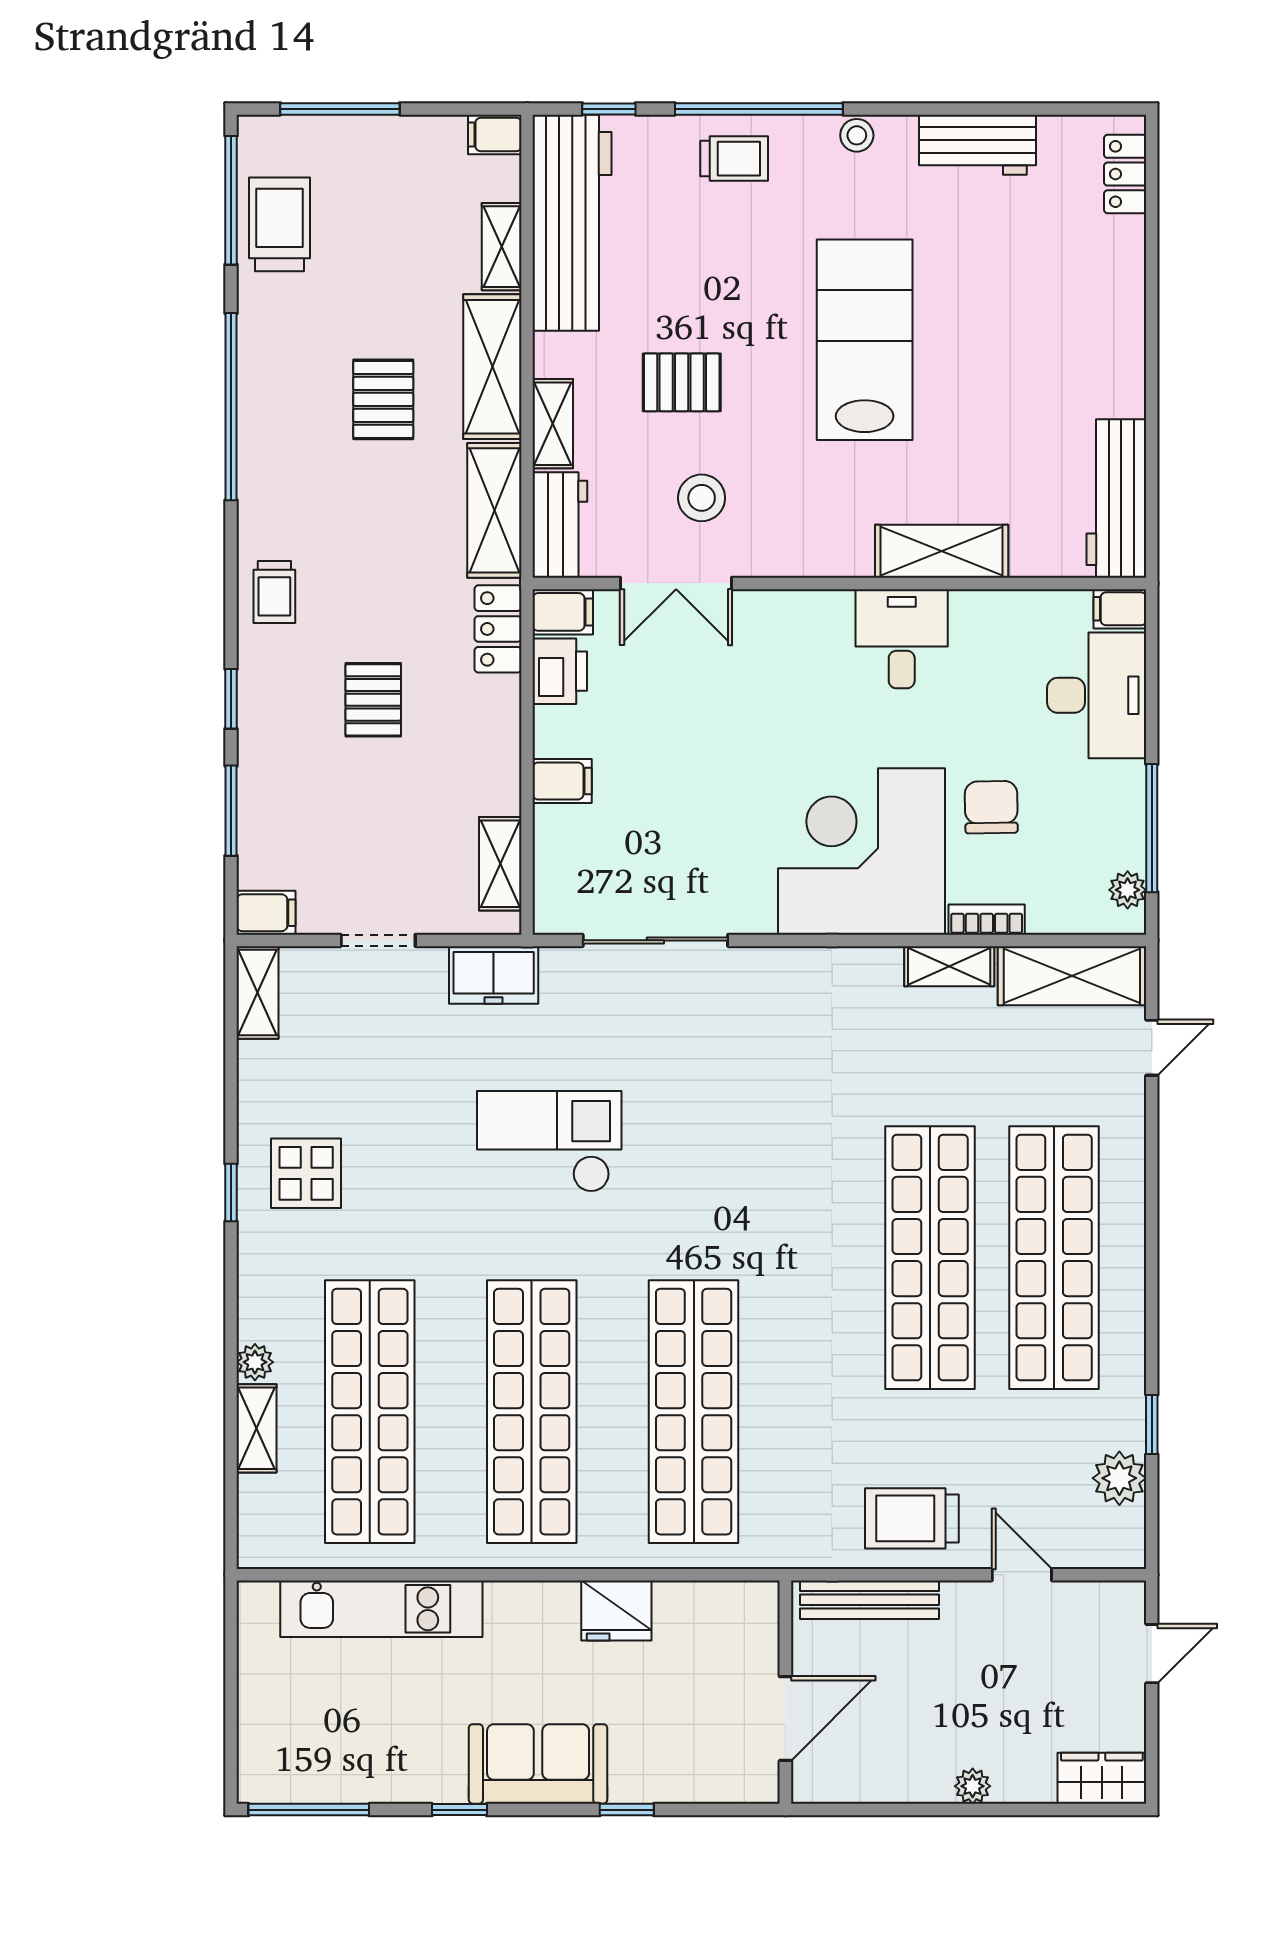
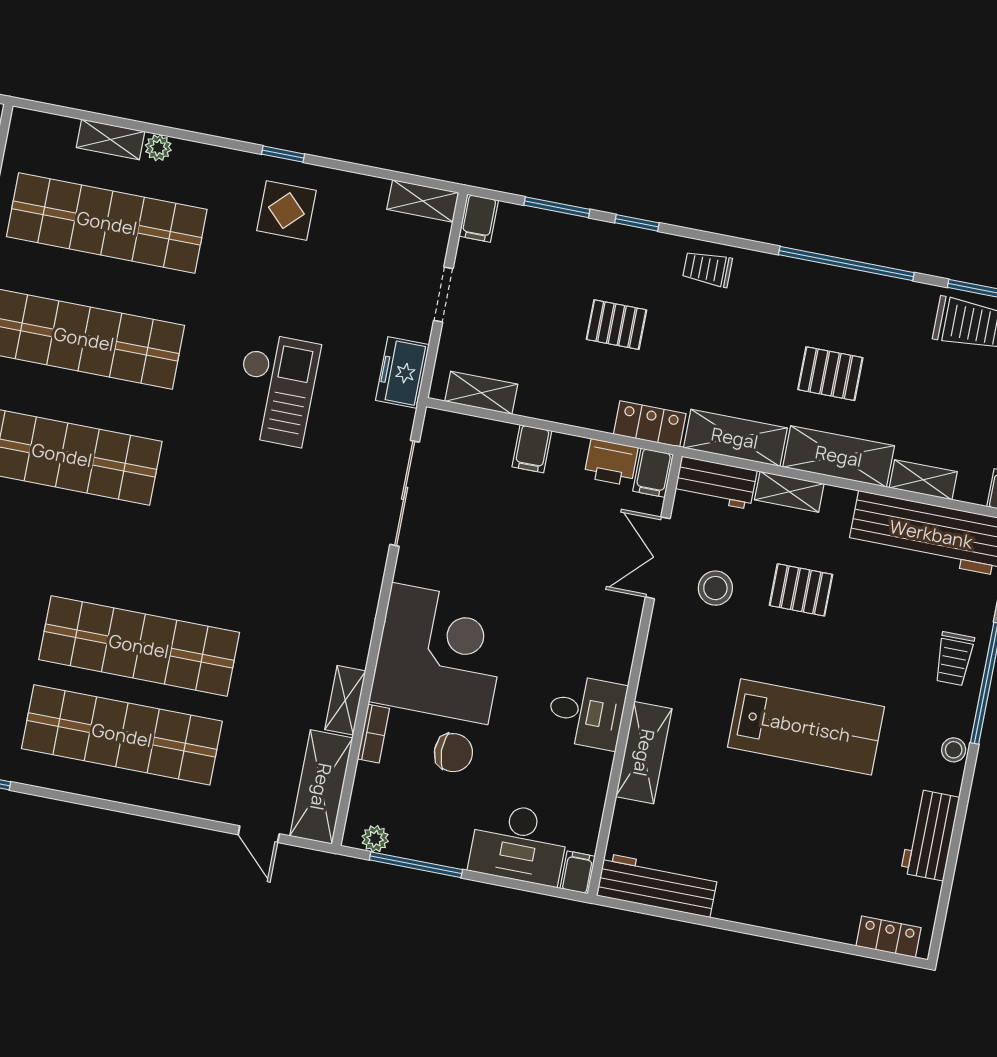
pallet: (682, 382) -> (801, 590), turned 90

